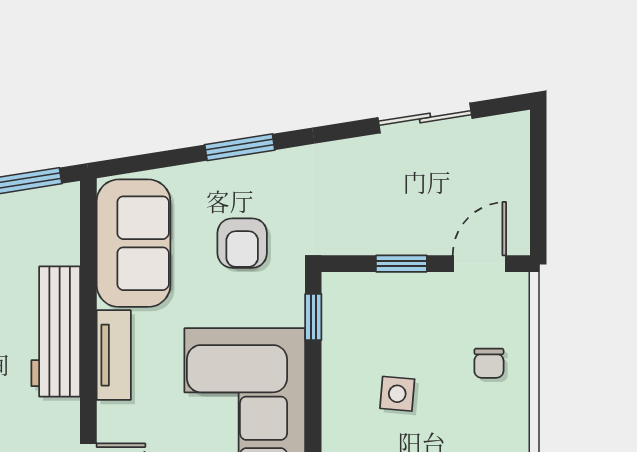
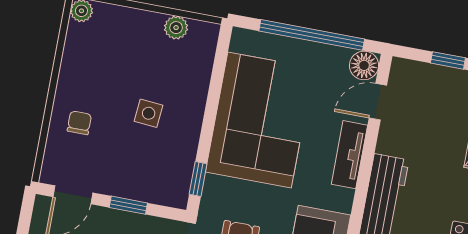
tv unit: (114, 355) -> (349, 155), moved

